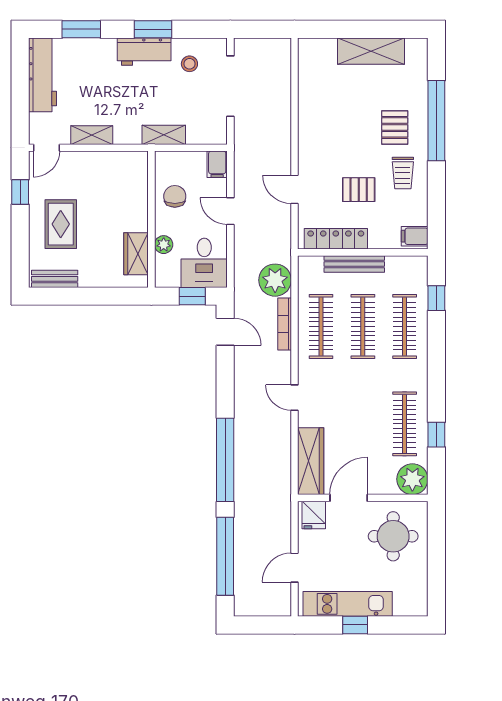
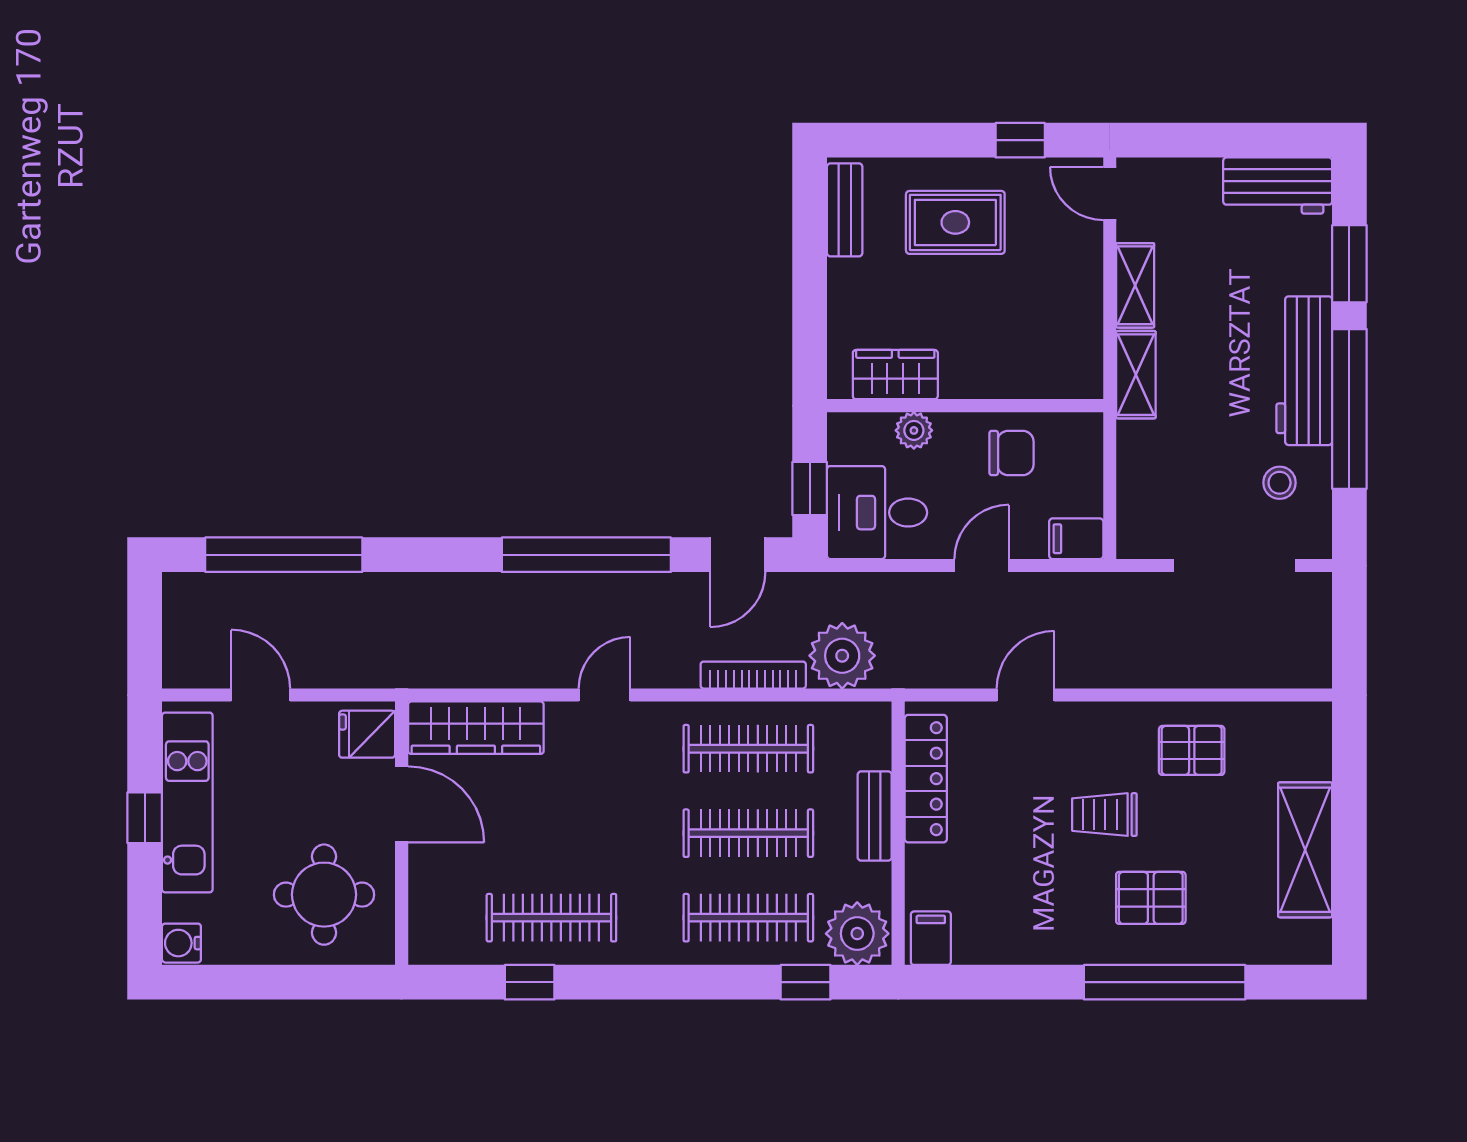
window: (153, 29) -> (1349, 409), width x2.11
workbench: (144, 52) -> (1304, 371), width x1.37
workbench: (43, 75) -> (1278, 186), width x0.73
shelving: (164, 135) -> (1136, 375), moved
trolley: (403, 173) -> (1104, 815), moved
pallet: (359, 190) -> (1192, 750), moved, turned 90
bench: (354, 264) -> (875, 816), width x0.73
window: (225, 460) -> (586, 555), moved
plant: (412, 479) -> (857, 934), moved
water cooler: (417, 607) -> (181, 943), added

